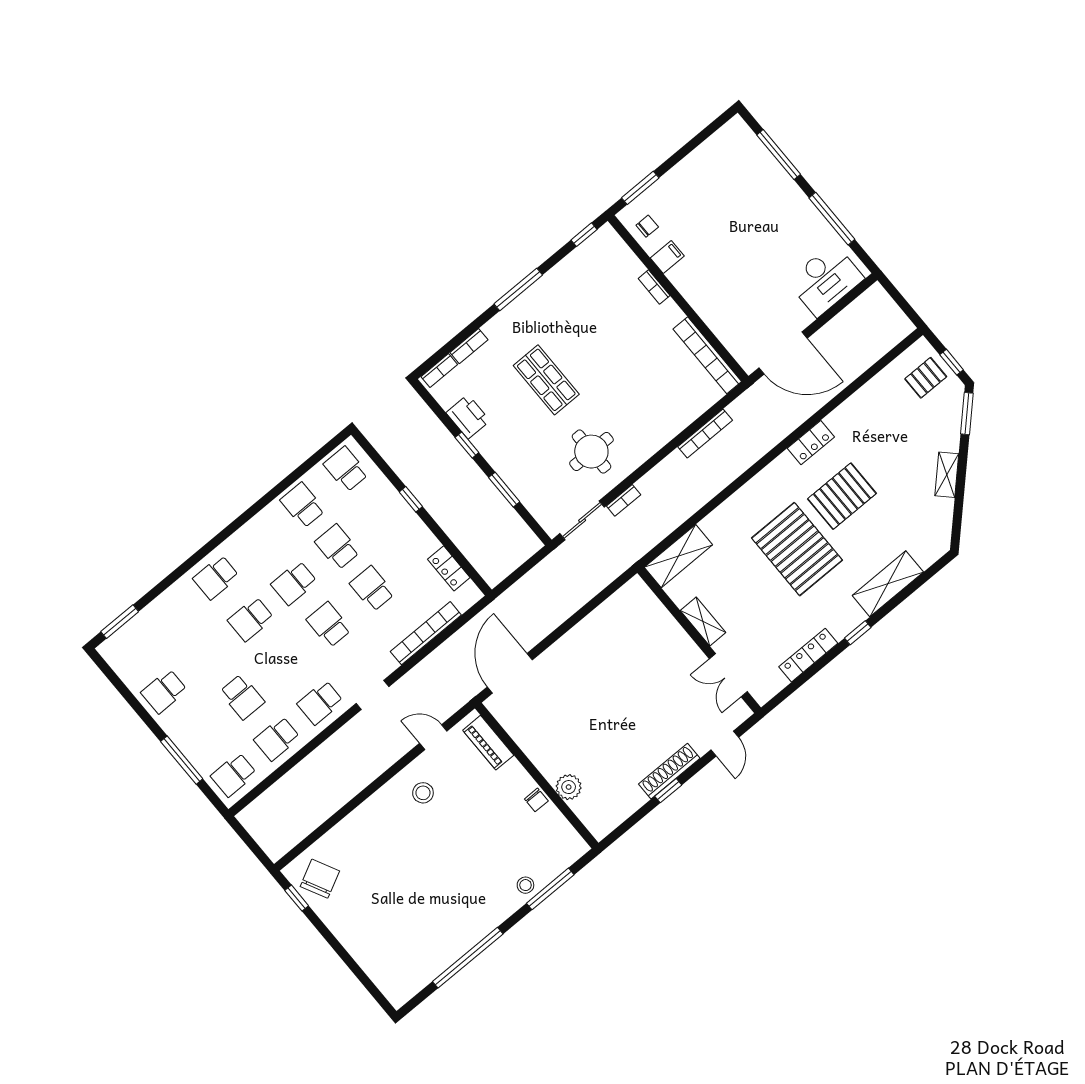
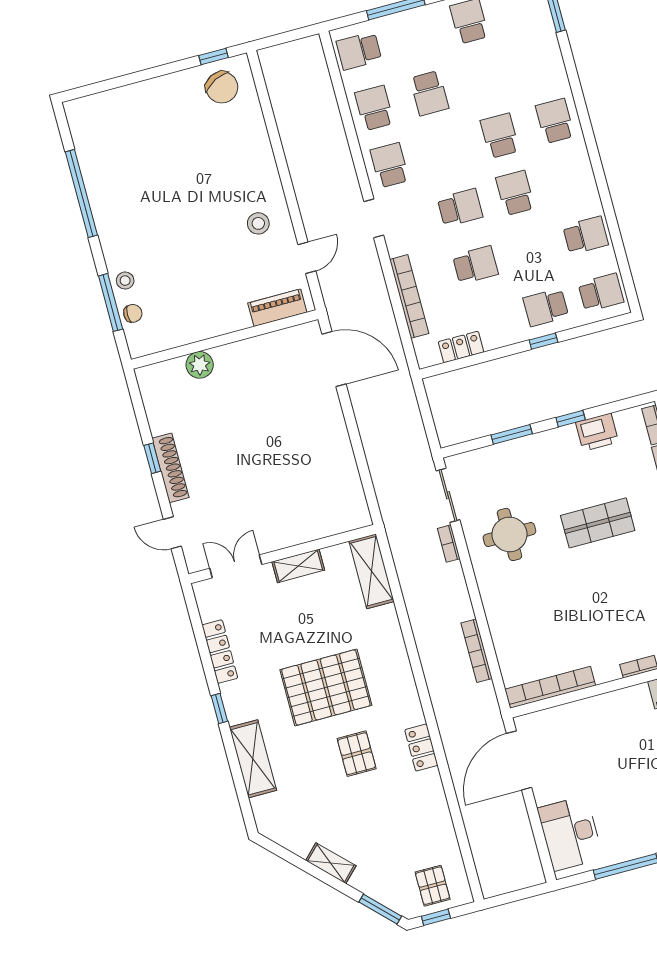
pallet: (842, 496) -> (357, 754), width x0.67, depth x0.71
school desk: (337, 547) -> (546, 307), moved, turned 180
school desk: (242, 697) -> (429, 93), turned -90
school desk: (234, 775) -> (359, 51), turned -90
chair: (536, 800) -> (133, 313), moved, turned 180

